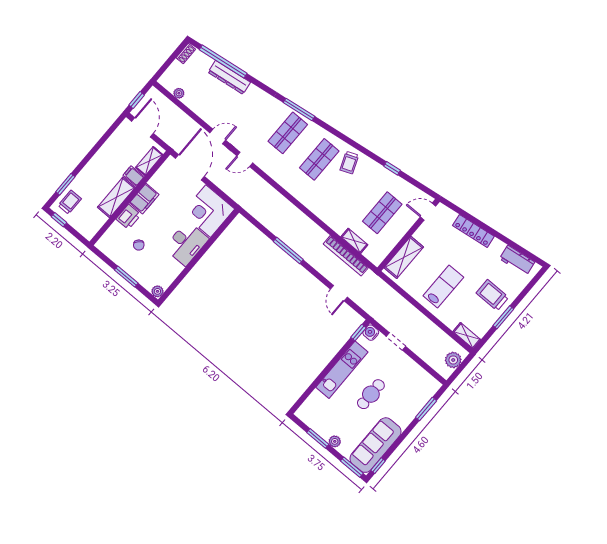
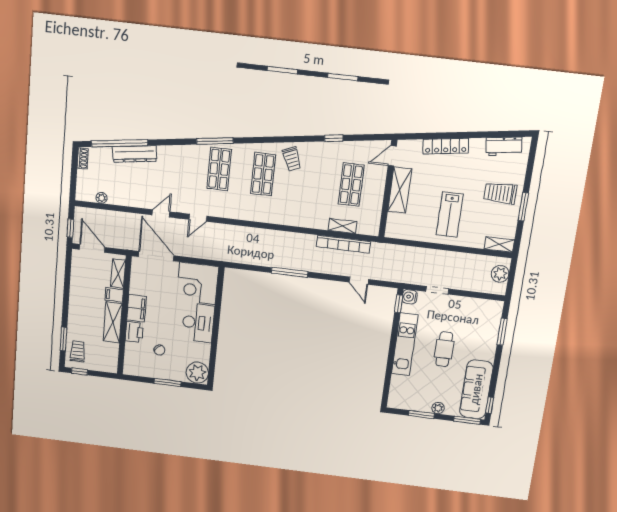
shelving: (404, 257) -> (400, 190), moved
lab bench: (443, 287) -> (450, 215), turned 180
plant: (157, 291) -> (197, 373), width x1.88, depth x1.88

